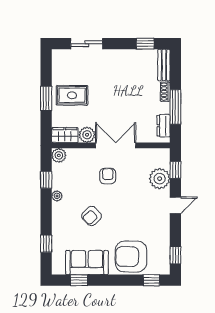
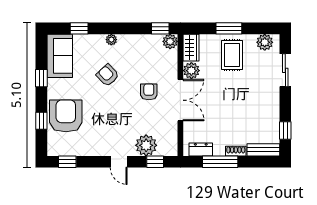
plant: (60, 64) -> (265, 42), added
armchair: (108, 176) -> (149, 92), turned -90
window: (46, 180) -> (160, 28), moved
plant: (57, 196) -> (111, 40), moved
sofa: (87, 263) -> (60, 56), moved
window: (79, 280) -> (41, 78), moved
window: (151, 280) -> (41, 121), moved

